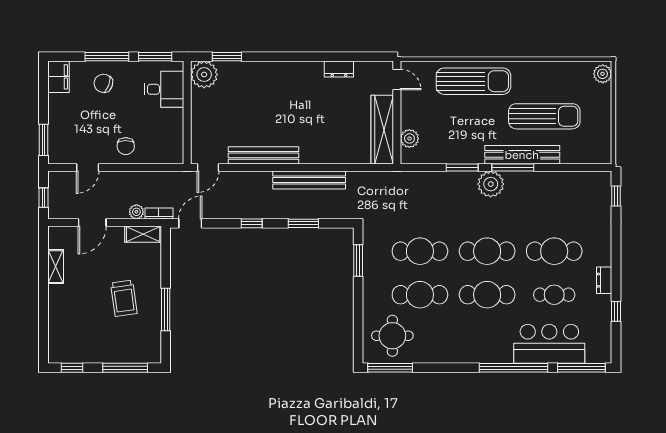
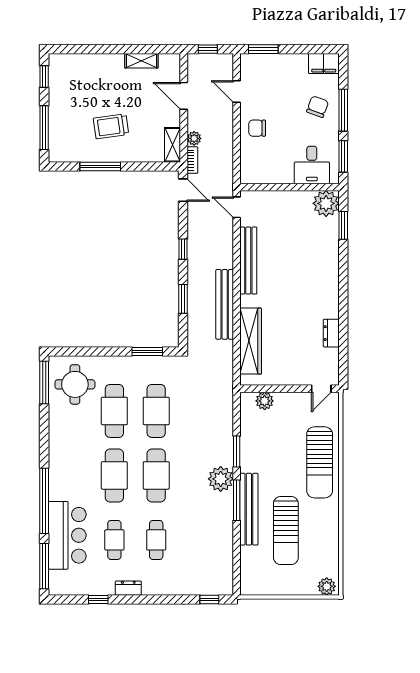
wardrobe: (382, 130) -> (251, 341), moved, turned 90
cafe table: (554, 251) -> (156, 540), width x0.73, depth x0.74

